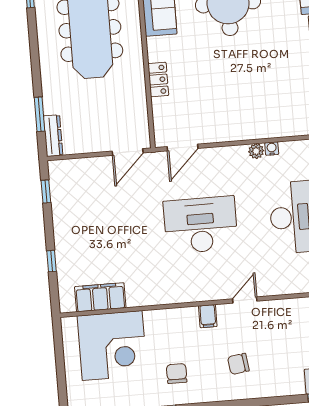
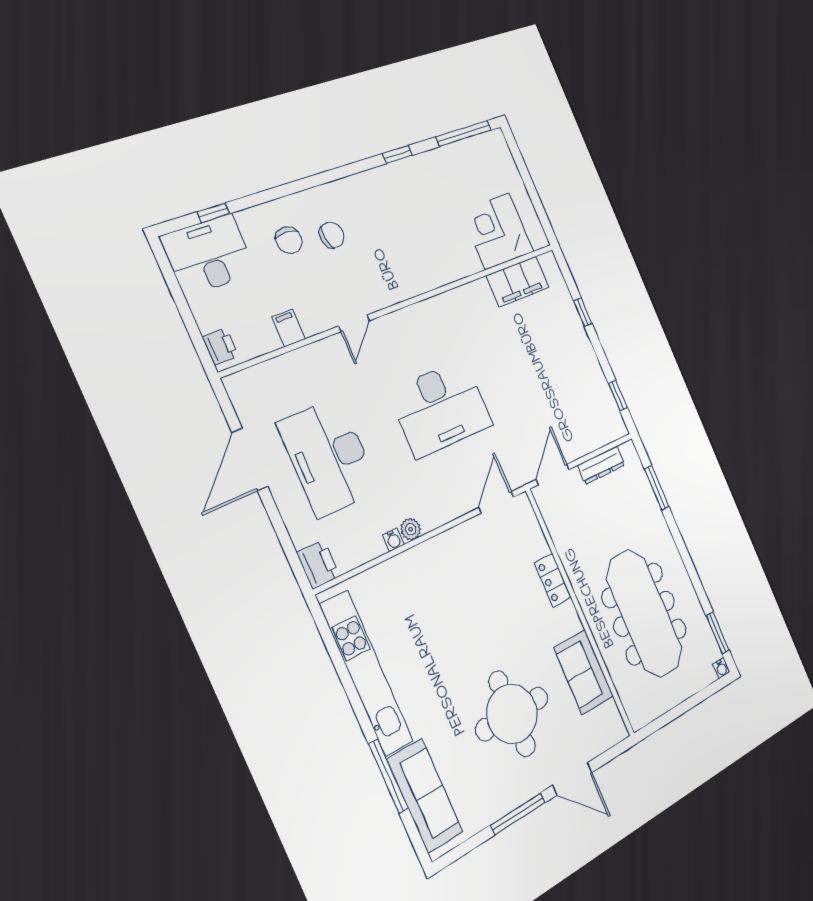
dresser: (53, 136) -> (601, 465), moved, turned -90
filing cabinet: (208, 316) -> (288, 328), moved
corner desk: (112, 346) -> (497, 231), width x0.74, depth x0.74
chair: (177, 373) -> (289, 240), moved

